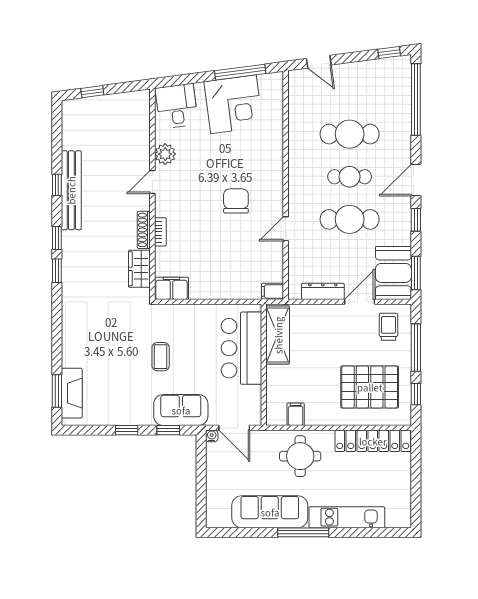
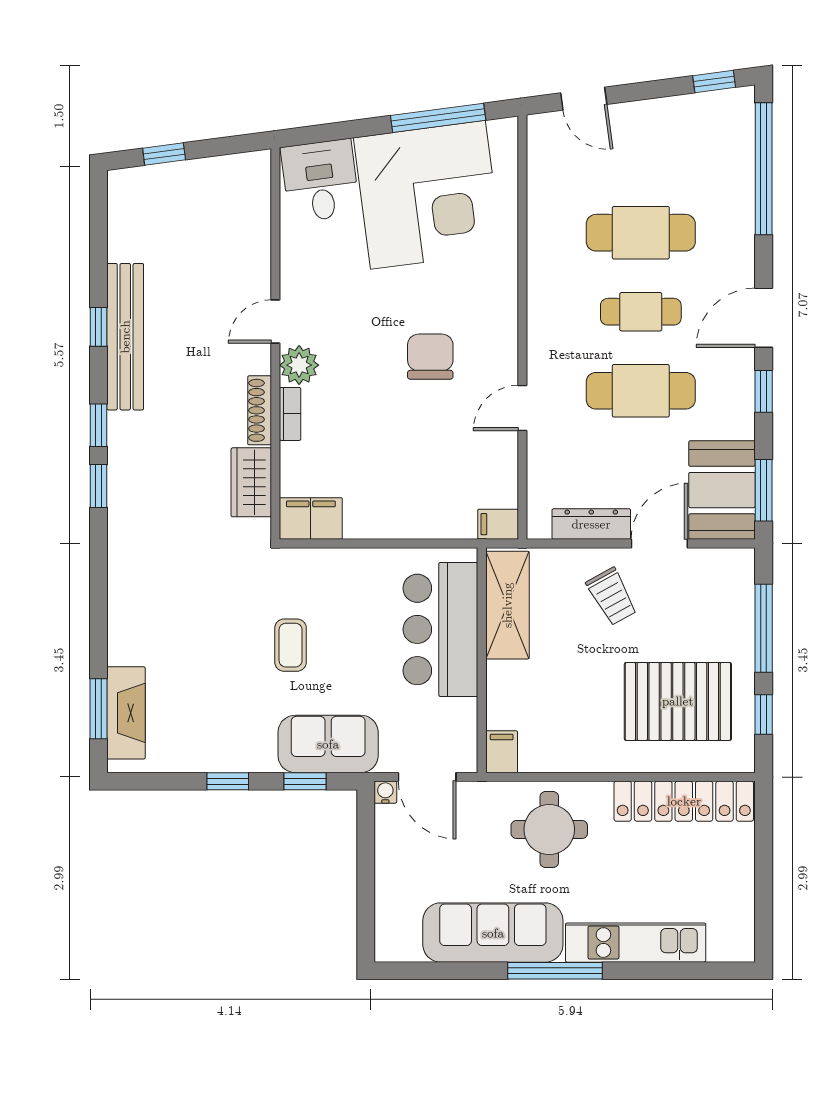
corner desk: (233, 104) -> (428, 195), width x1.36, depth x1.36
plant: (165, 154) -> (299, 365), moved
trolley: (388, 327) -> (612, 596), moved, turned 151
filing cabinet: (296, 414) -> (502, 752), moved

